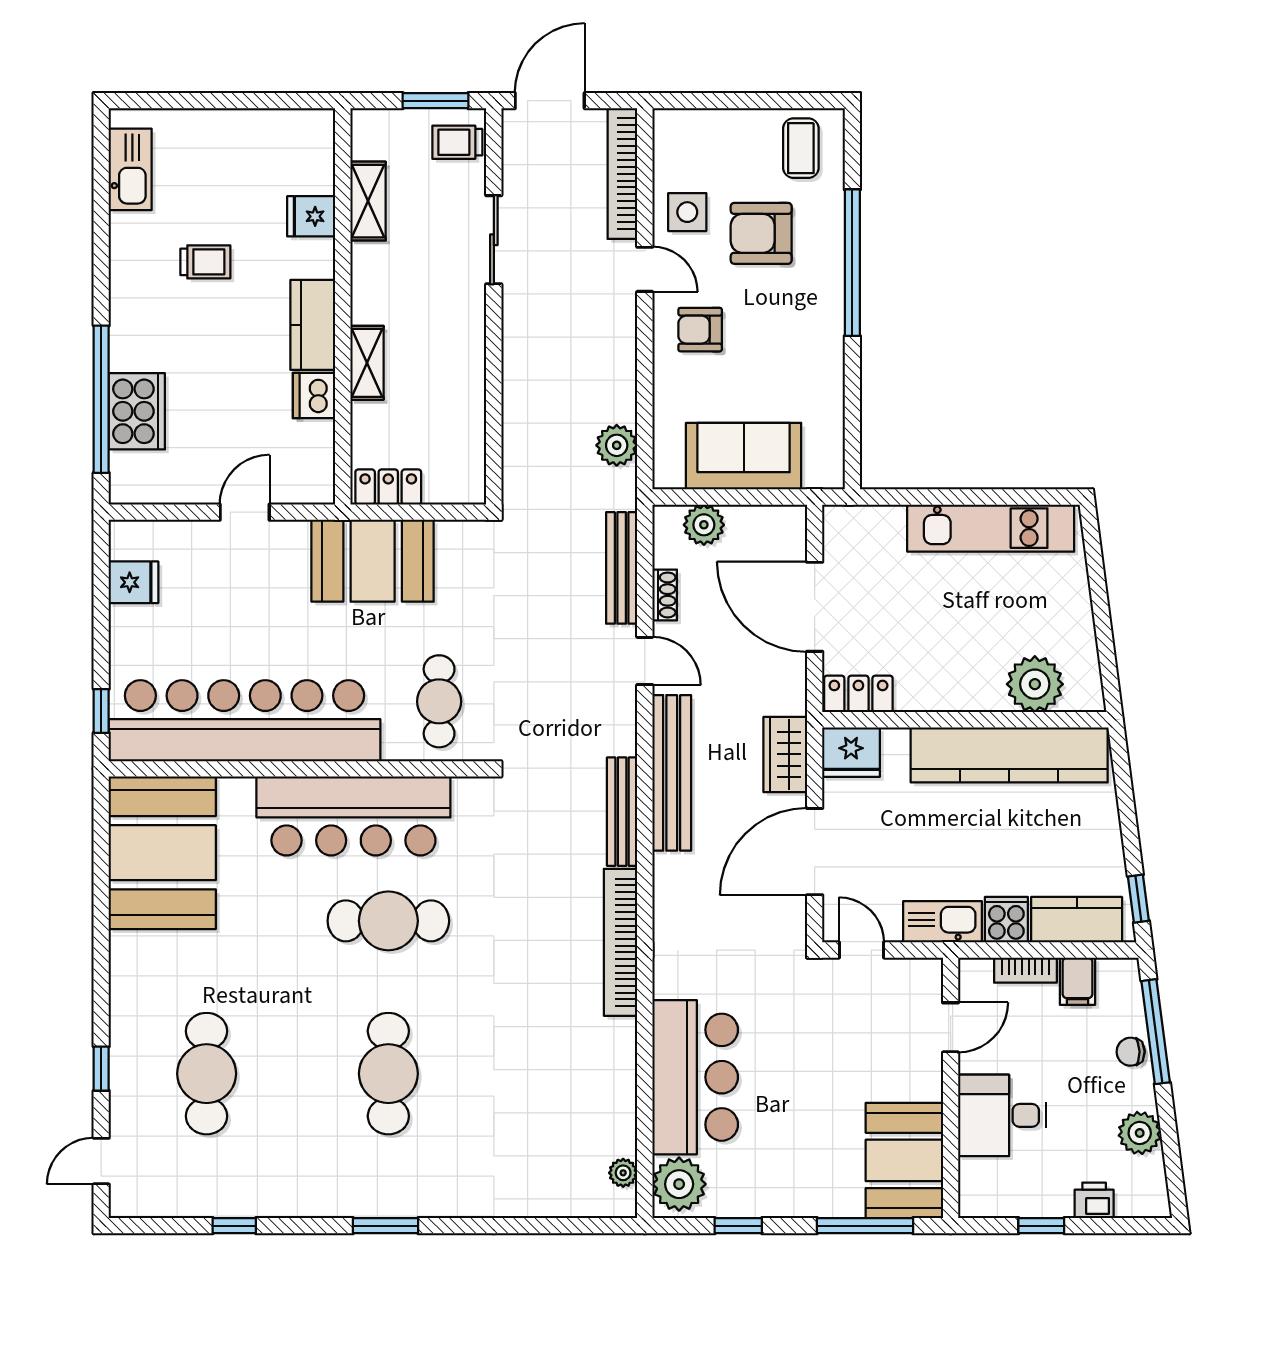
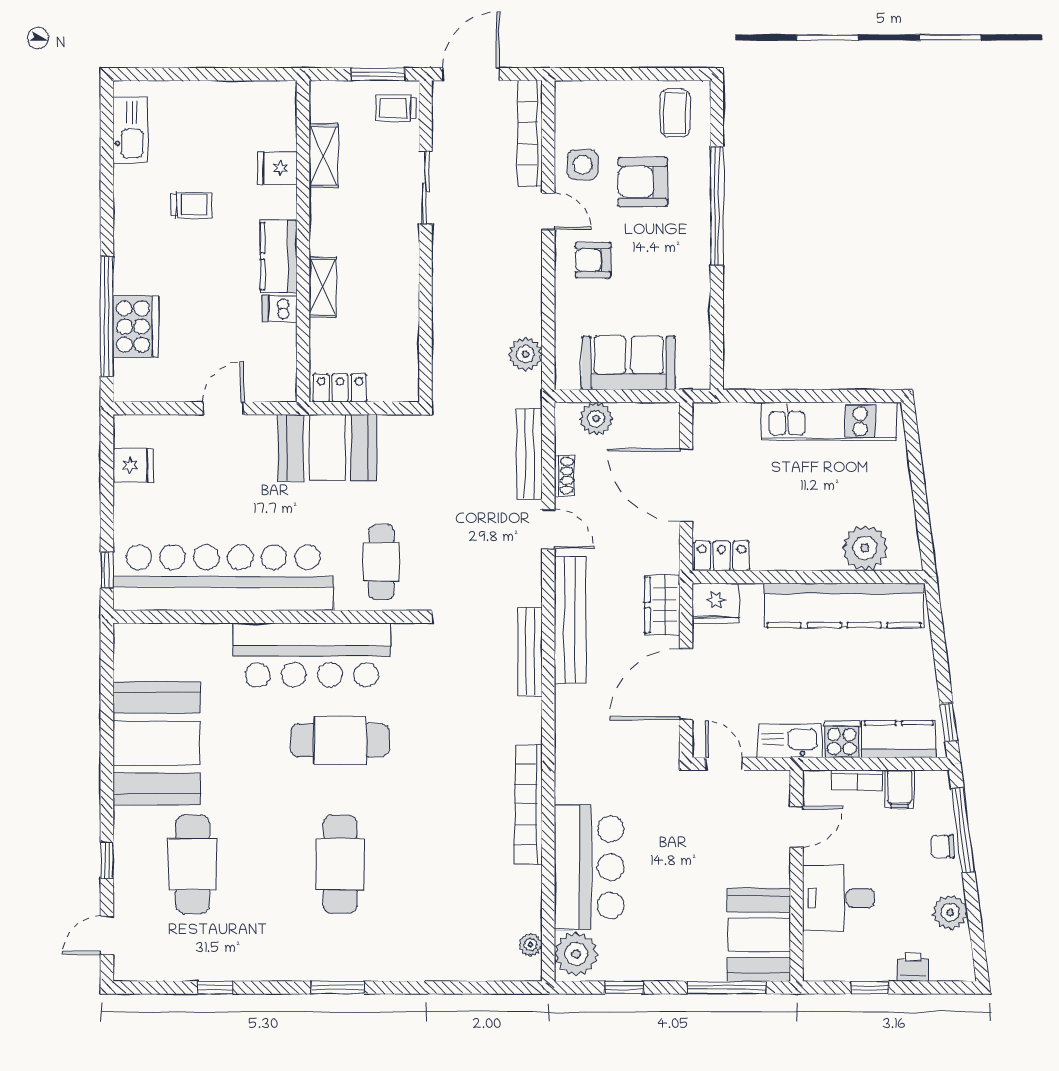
dishwasher: (314, 396) -> (280, 309), width x0.73
booth: (162, 853) -> (156, 743), moved
bookcase: (621, 942) -> (529, 804), moved

